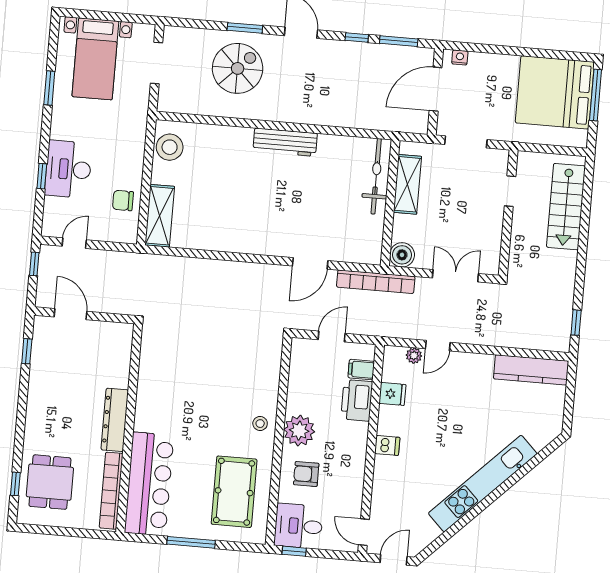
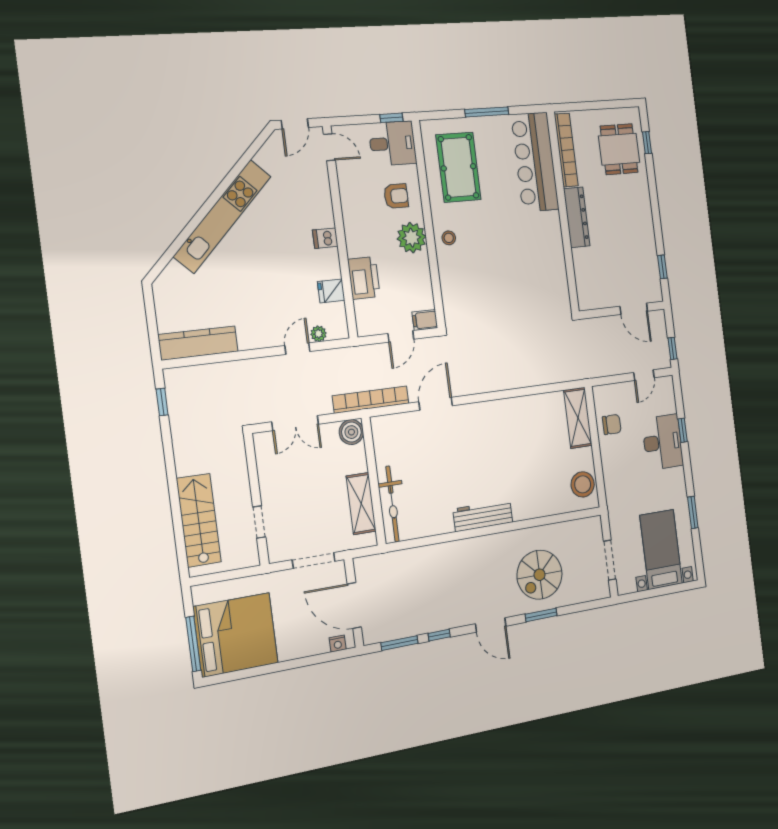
door: (436, 89) -> (354, 605), swing flipped
filing cabinet: (361, 370) -> (425, 320), moved, turned 180

